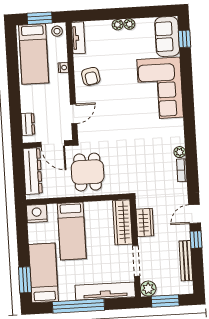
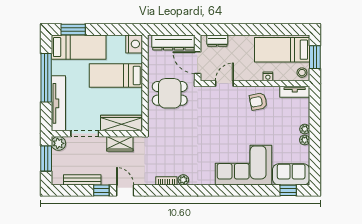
door: (74, 114) -> (224, 84), swing flipped
door: (53, 144) -> (198, 63), hinge flipped

